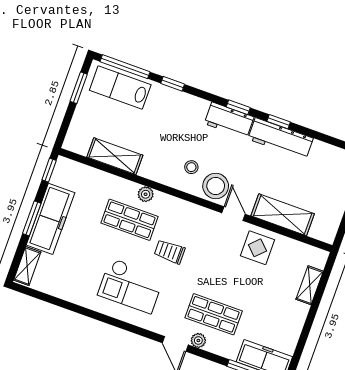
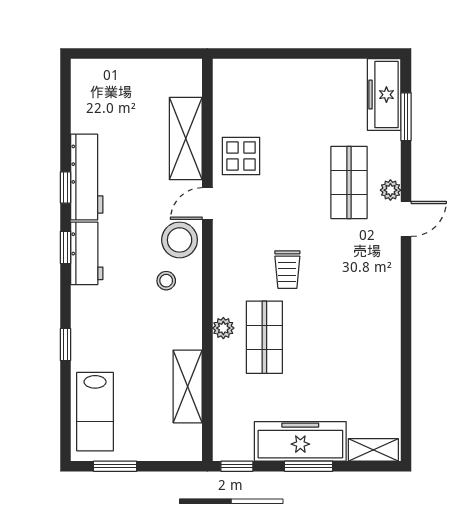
window: (125, 67) -> (66, 415), removed
shelving: (310, 285) -> (266, 70), removed
checkout: (131, 286) -> (350, 304), removed

